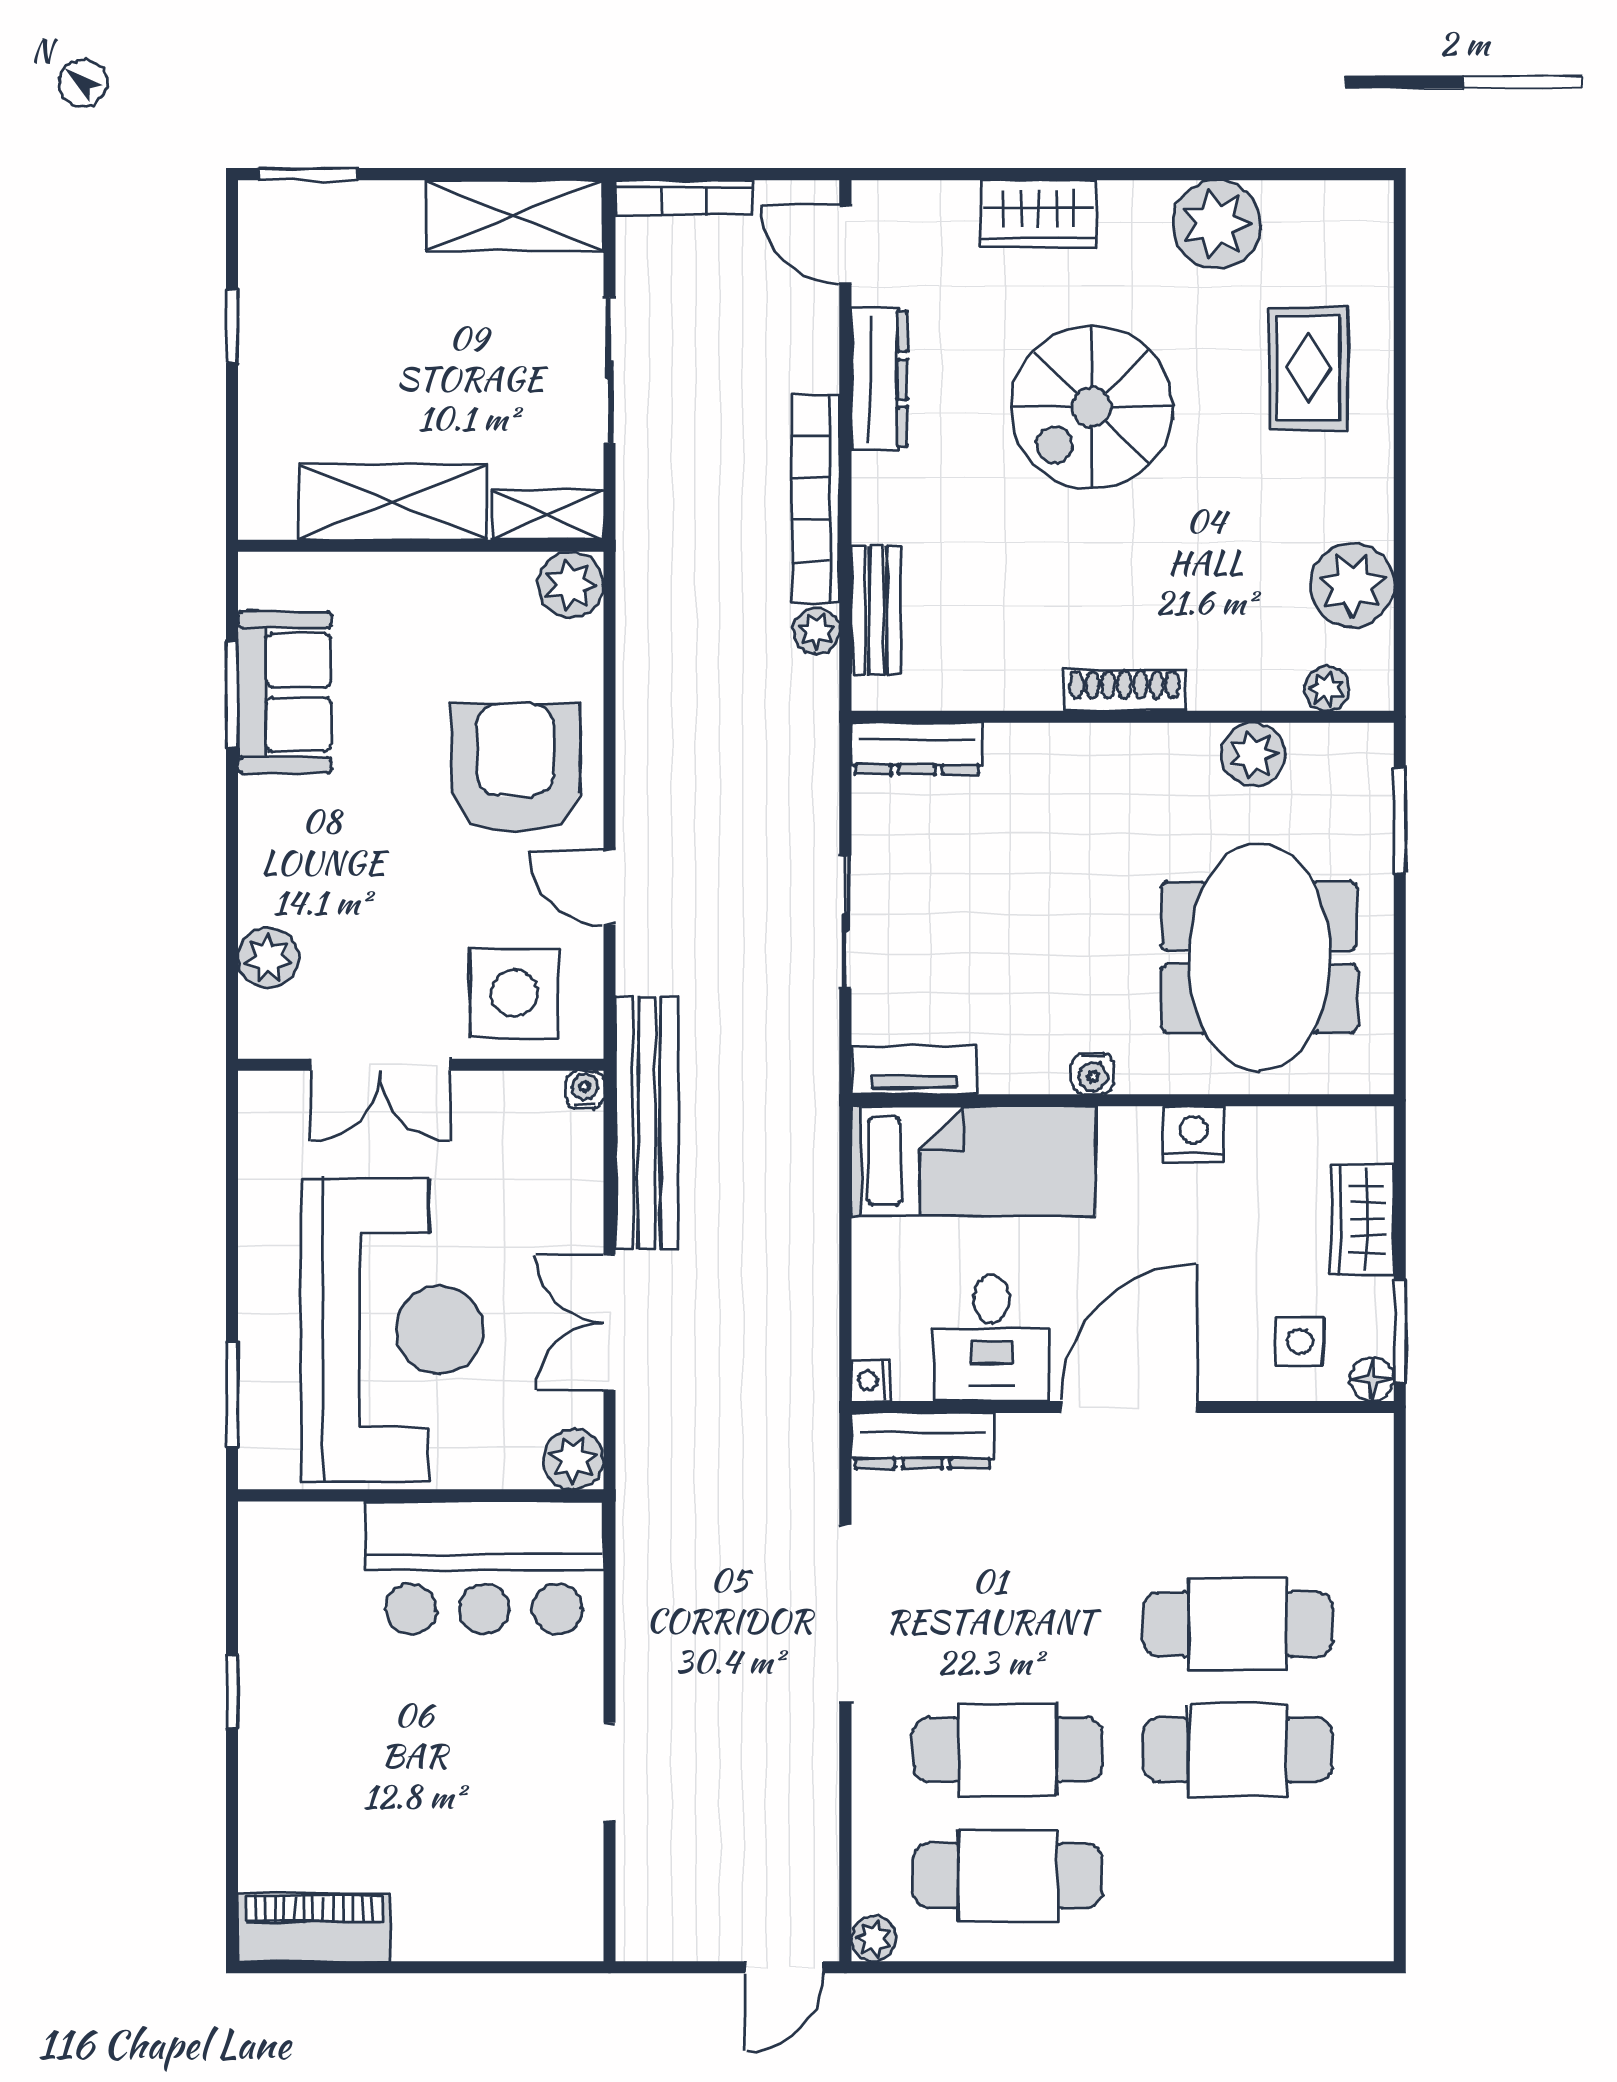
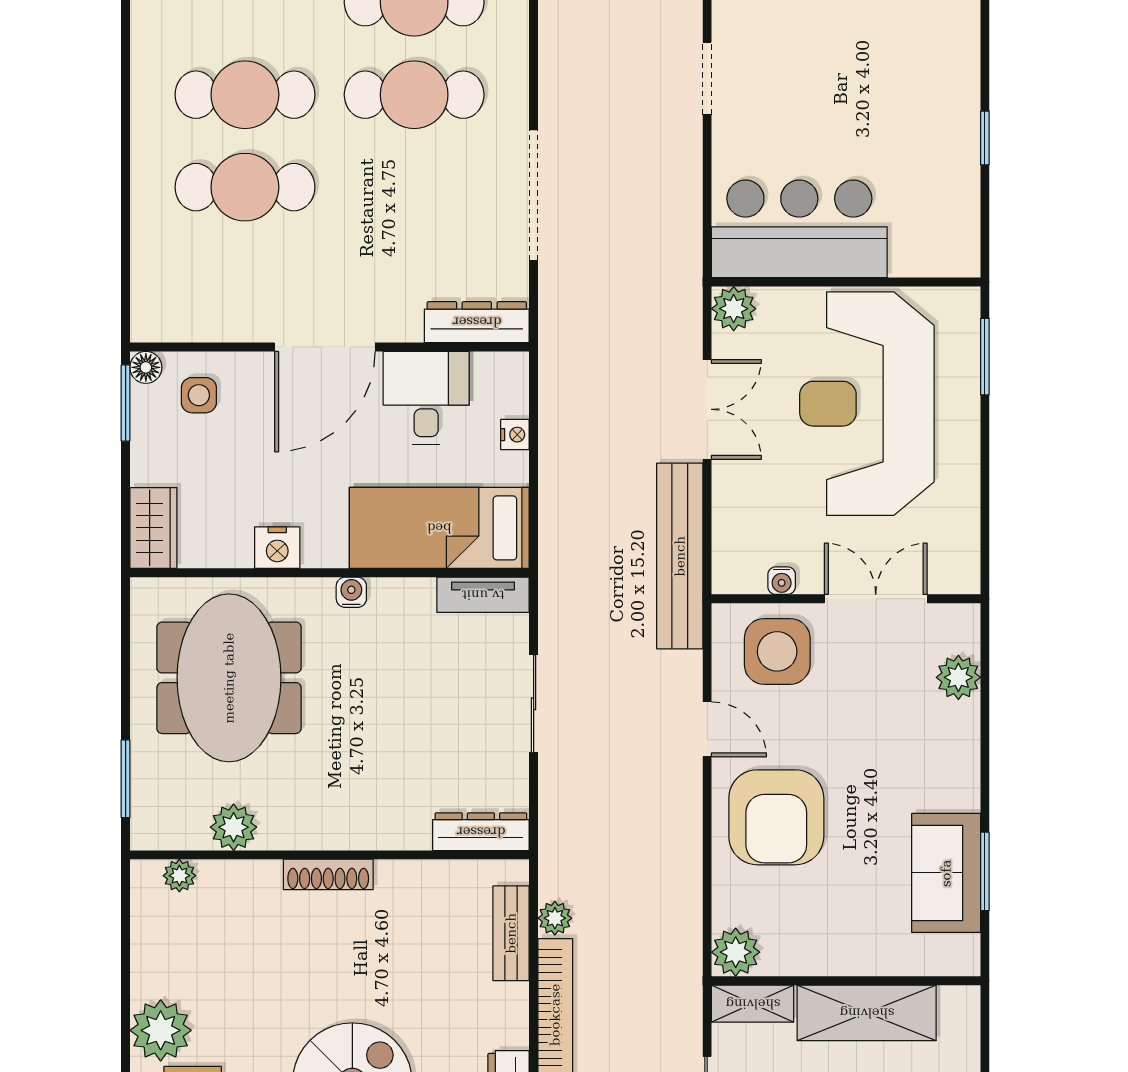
plant: (1352, 585) -> (161, 1030), moved
water cooler: (585, 1090) -> (782, 581), moved
wardrobe: (1362, 1219) -> (153, 528), moved
nightstand: (871, 1380) -> (515, 435), moved

